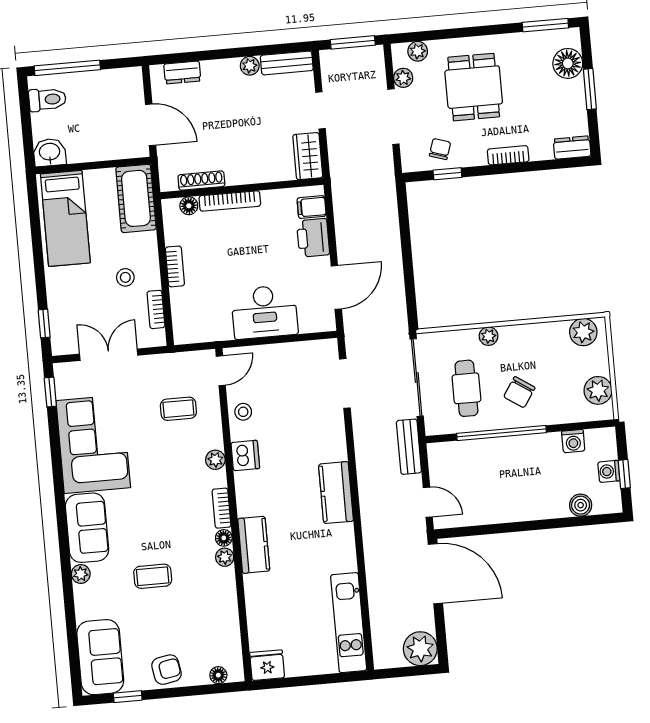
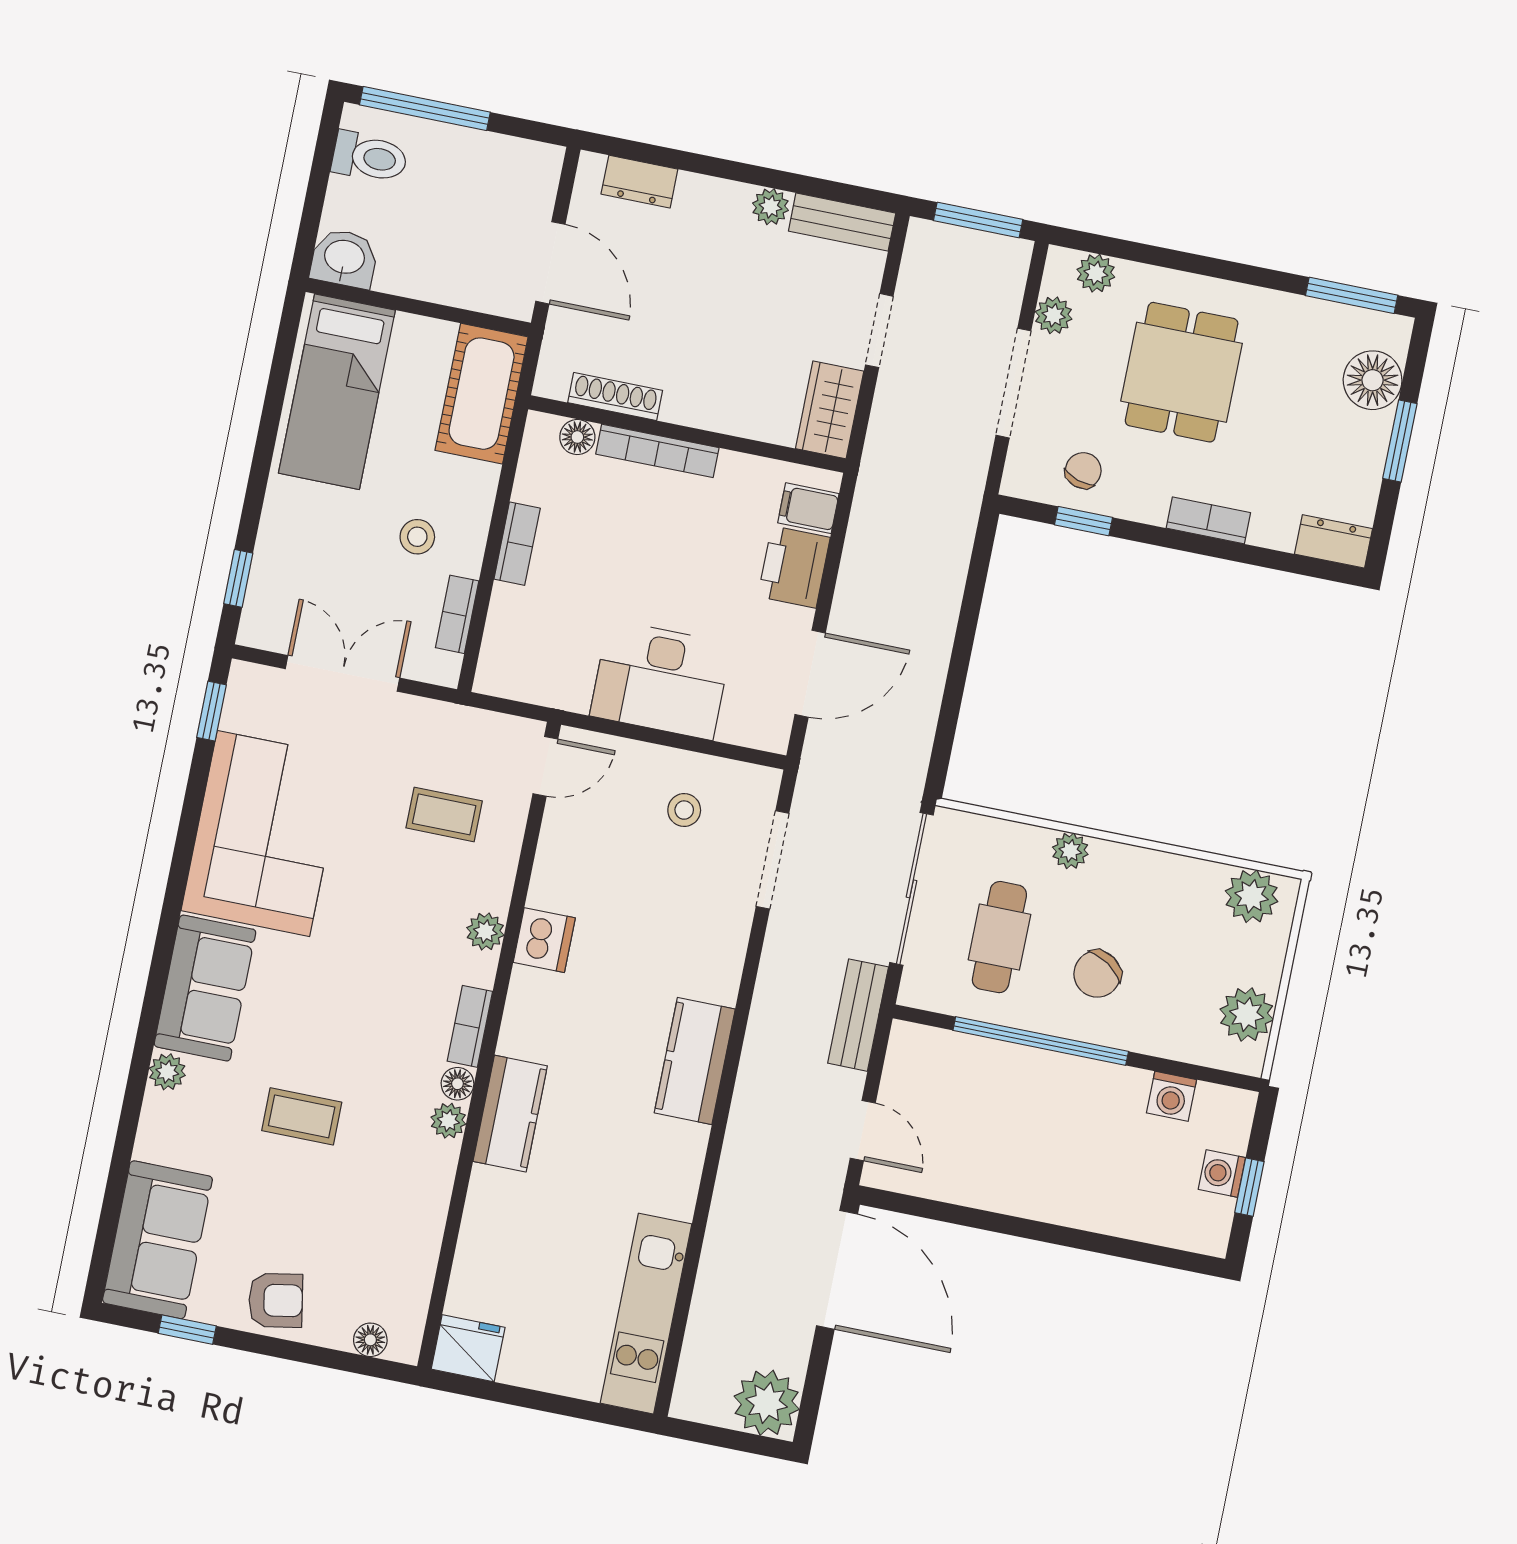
stool: (243, 412) -> (684, 810), moved
boiler: (581, 505) -> (1150, 1221), removed

